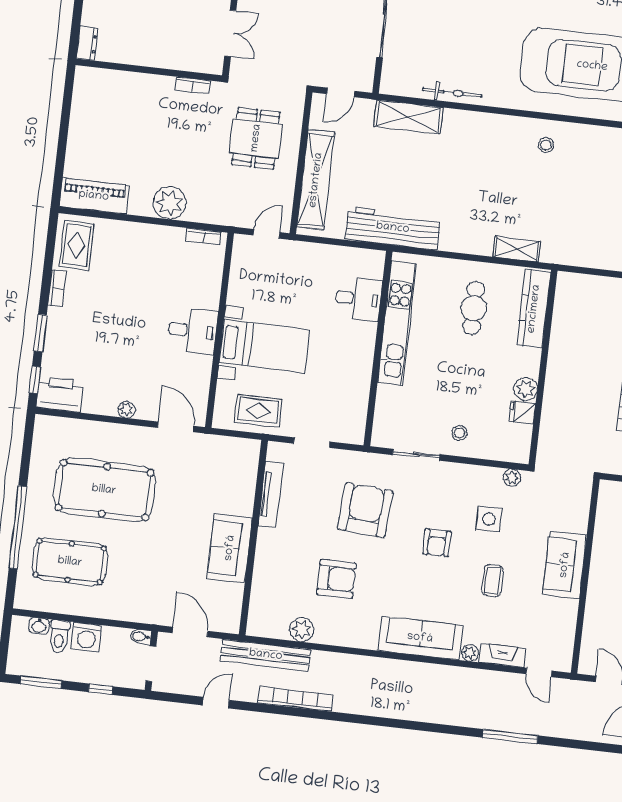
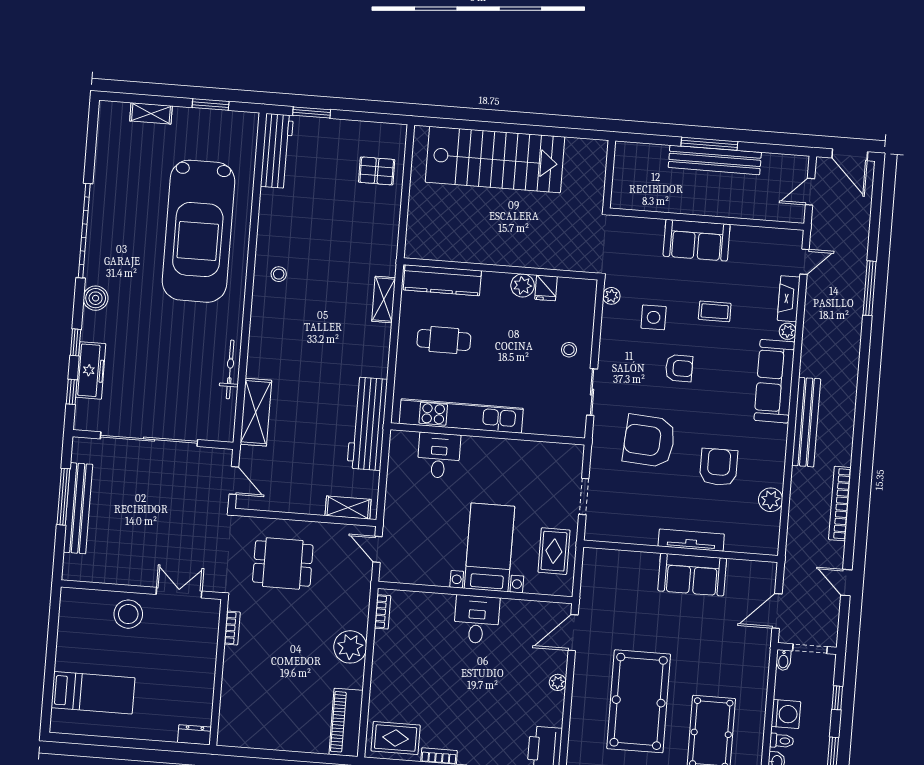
shelving: (316, 180) -> (348, 508), width x0.45, depth x0.75
tv unit: (270, 494) -> (691, 540), moved
toilet: (59, 636) -> (782, 741), width x0.73, depth x0.72
bench: (266, 655) -> (806, 422), moved

